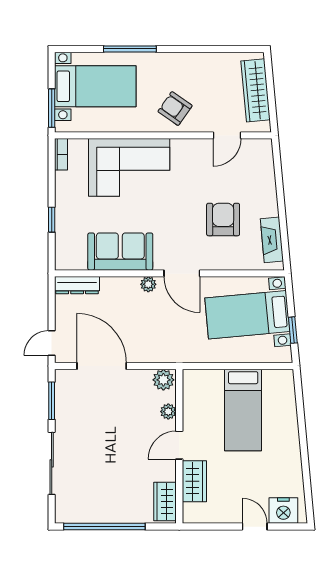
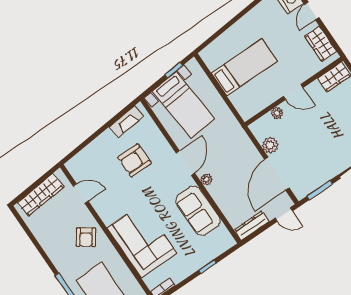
dresser: (77, 285) -> (252, 226), moved, turned -90
plant: (163, 380) -> (270, 145), moved
wardrobe: (194, 481) -> (321, 44), moved, turned -90

